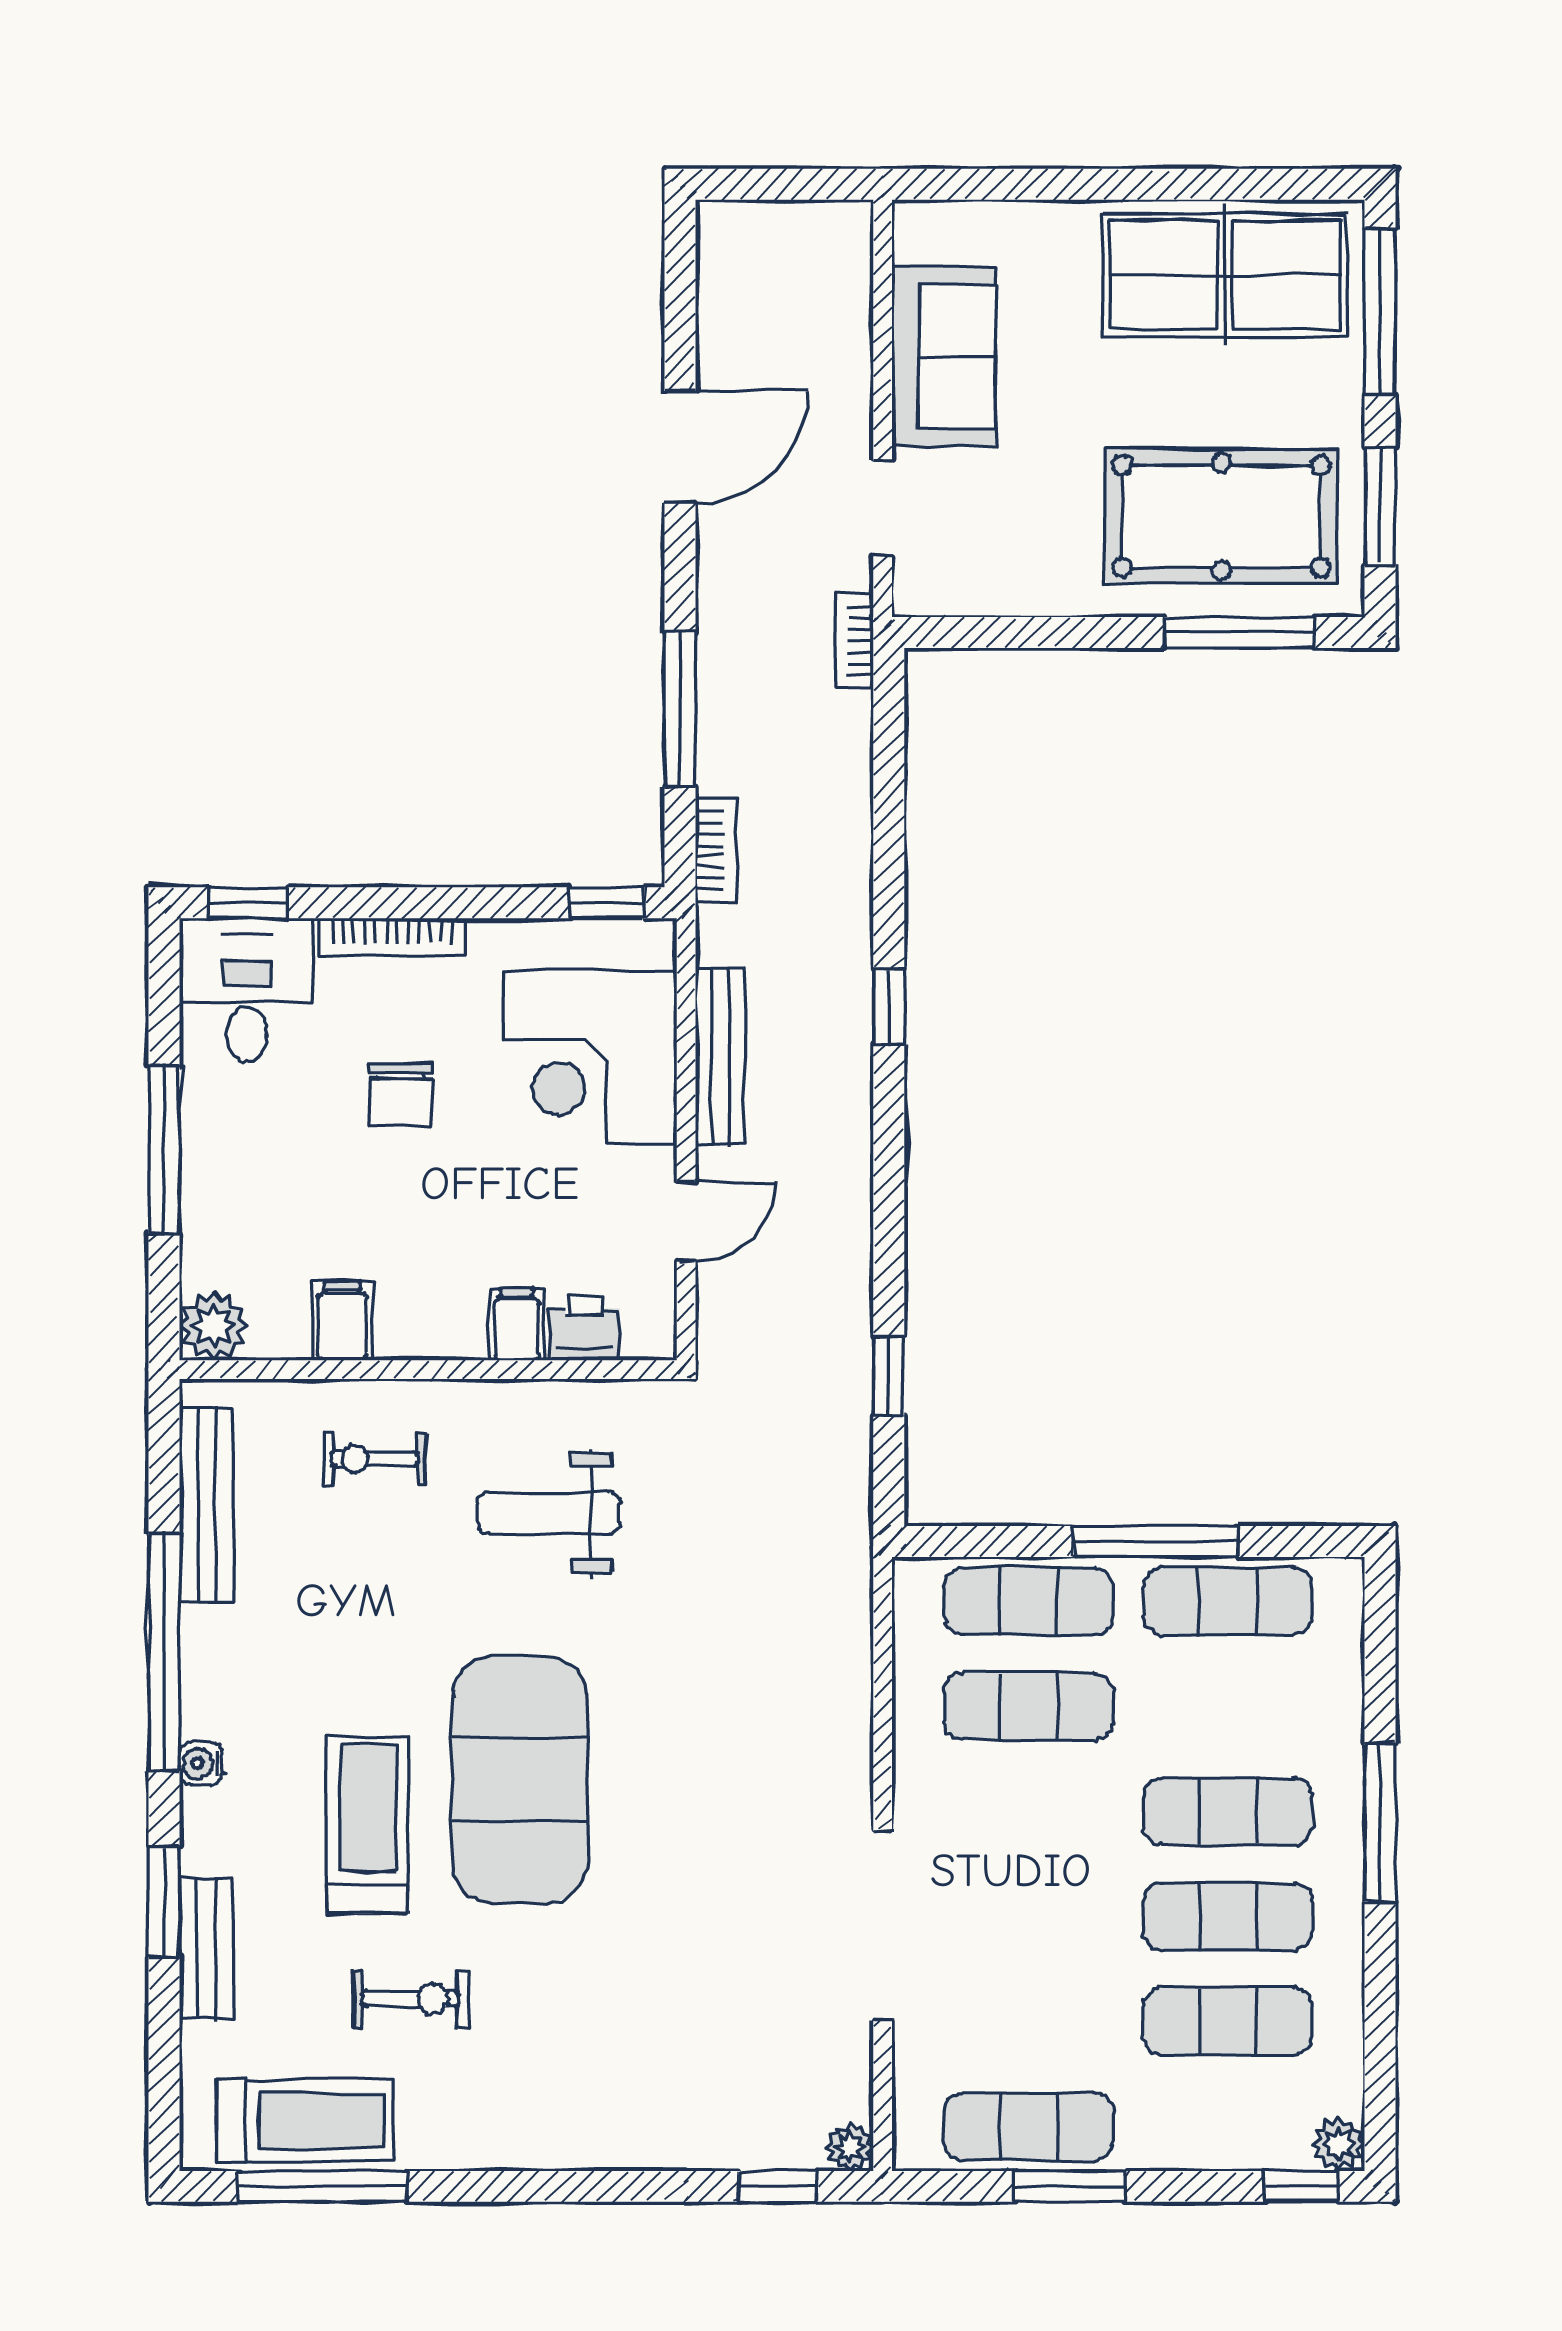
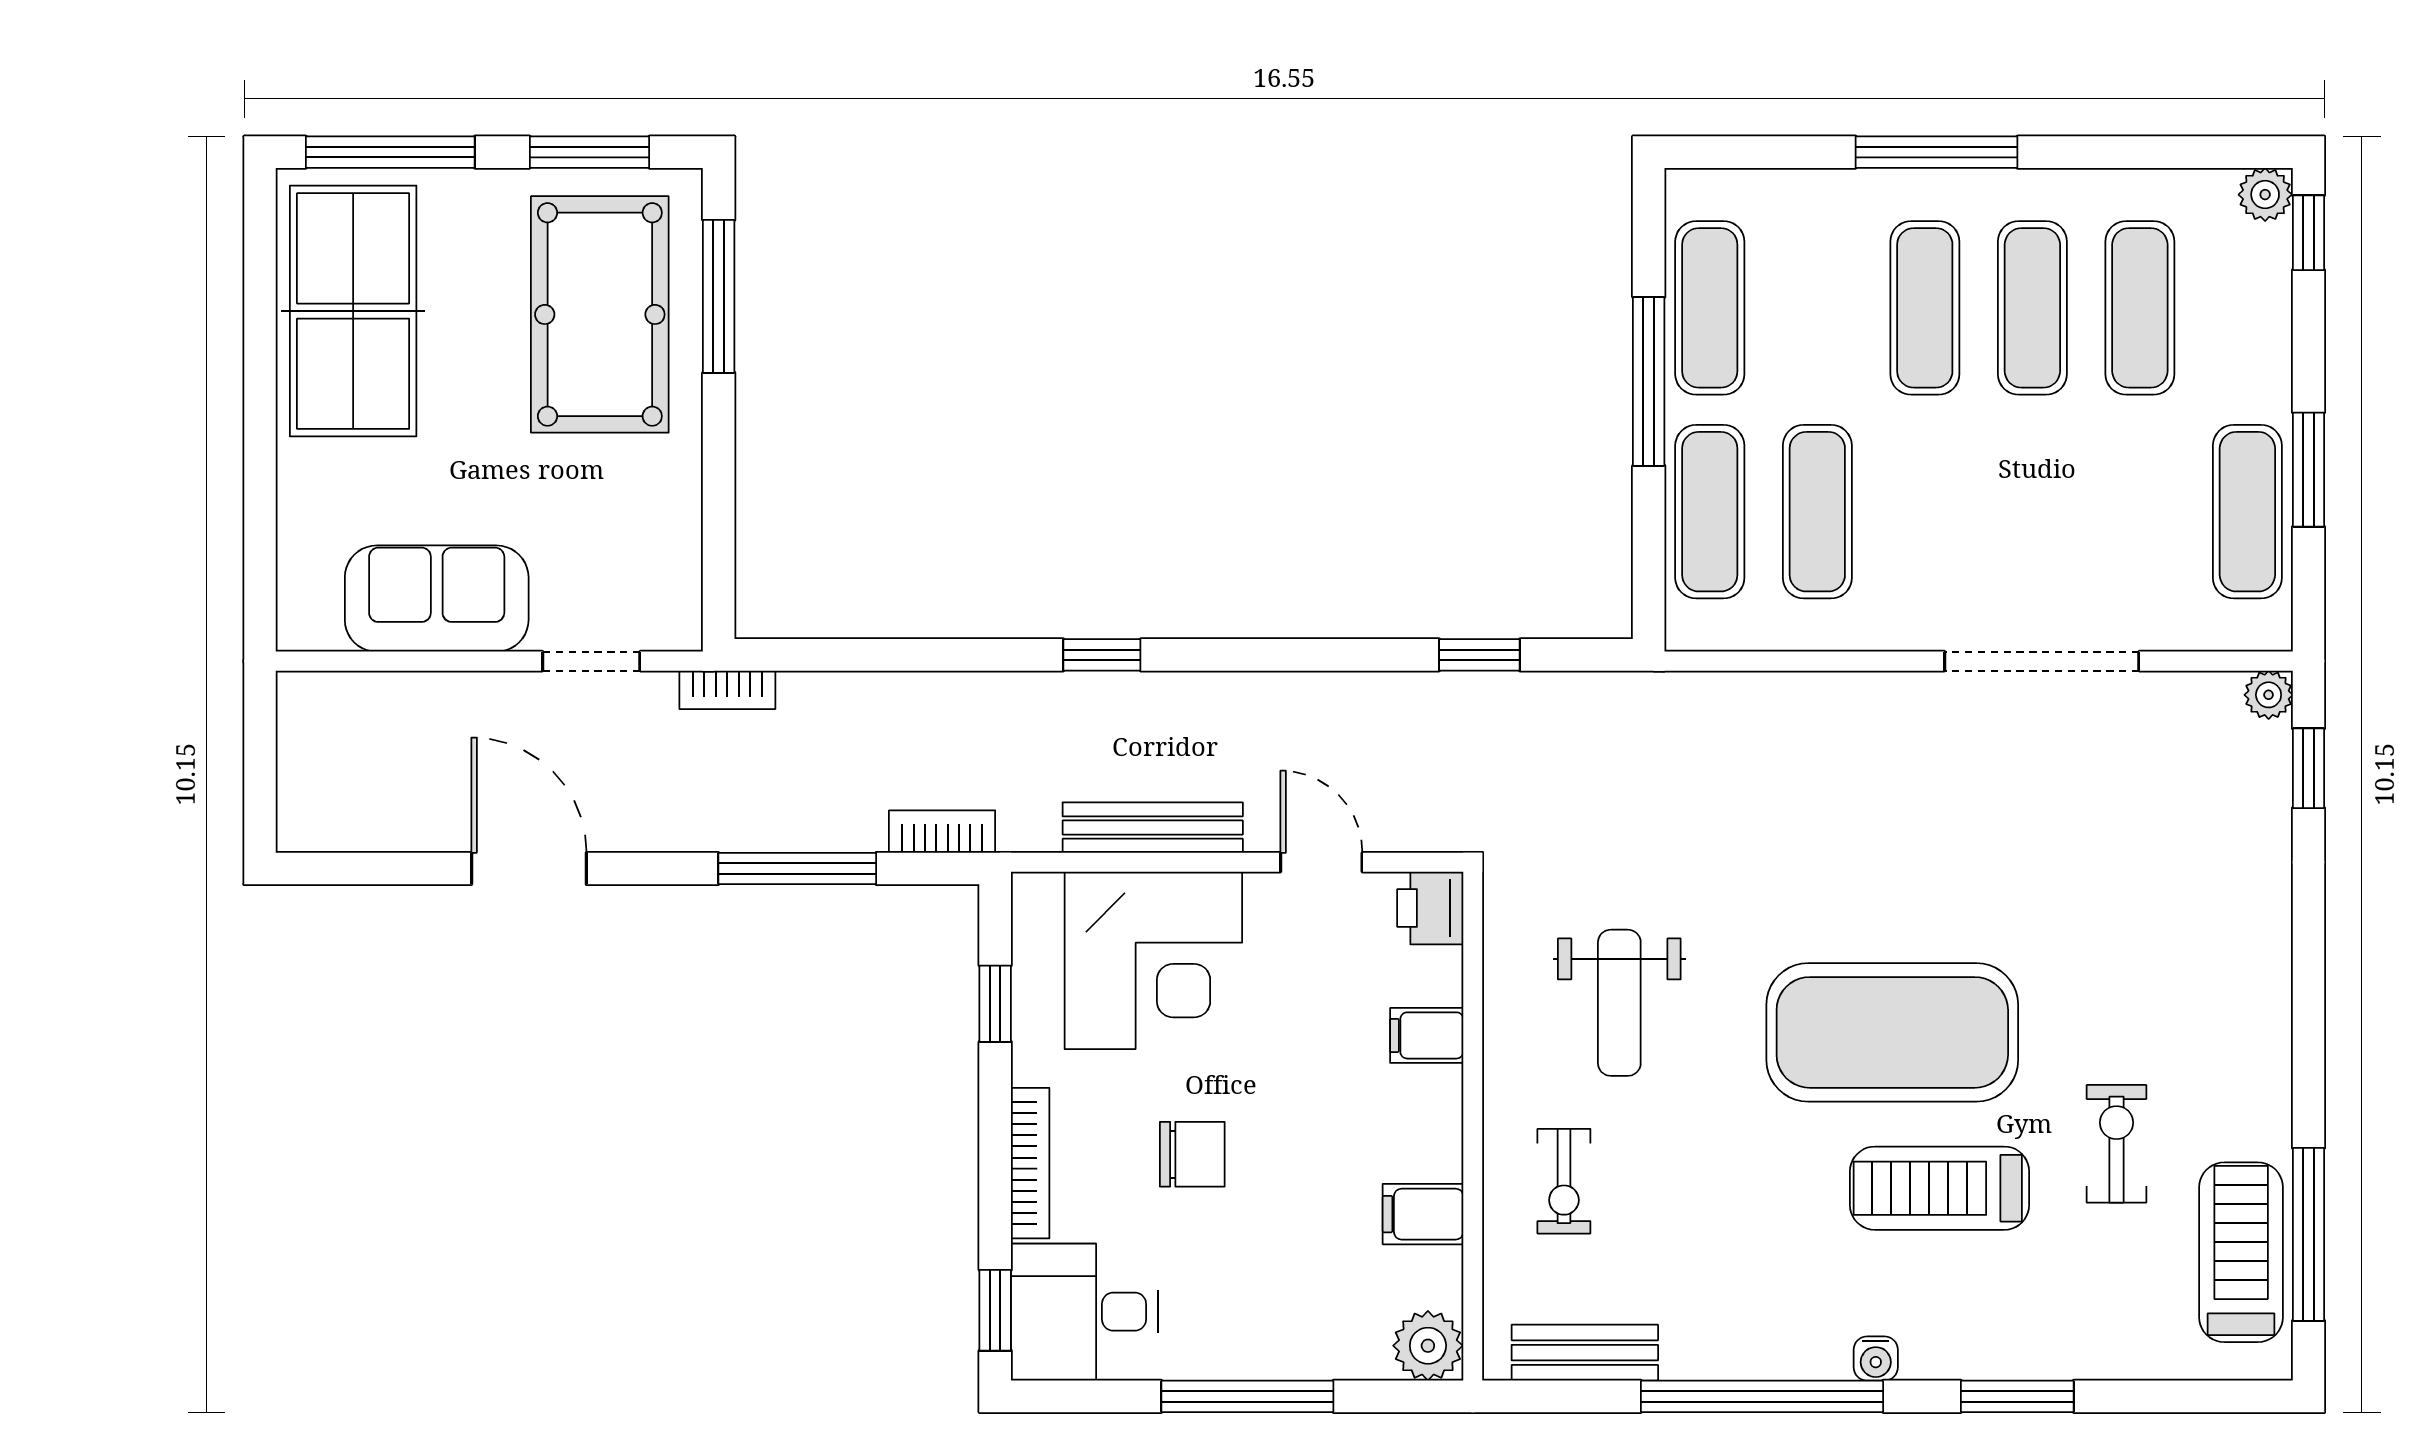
window: (607, 903) -> (995, 1004), moved
printer: (584, 1328) -> (1430, 908), moved
bench: (207, 1505) -> (1585, 1353), width x0.73
bench: (206, 1948) -> (2065, 1353), removed

